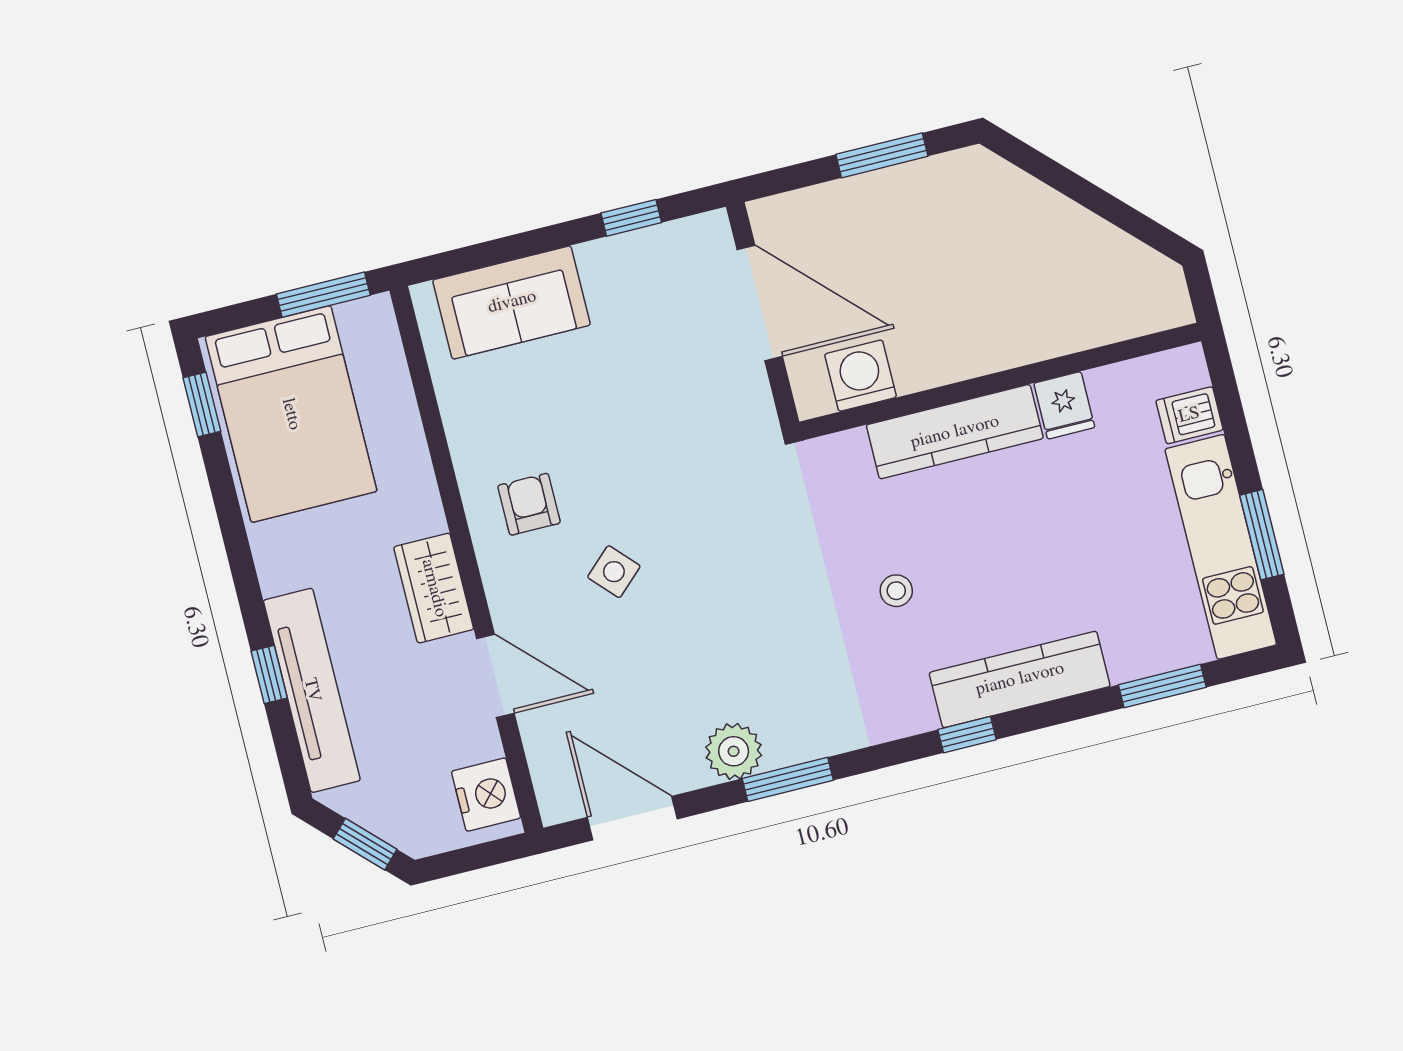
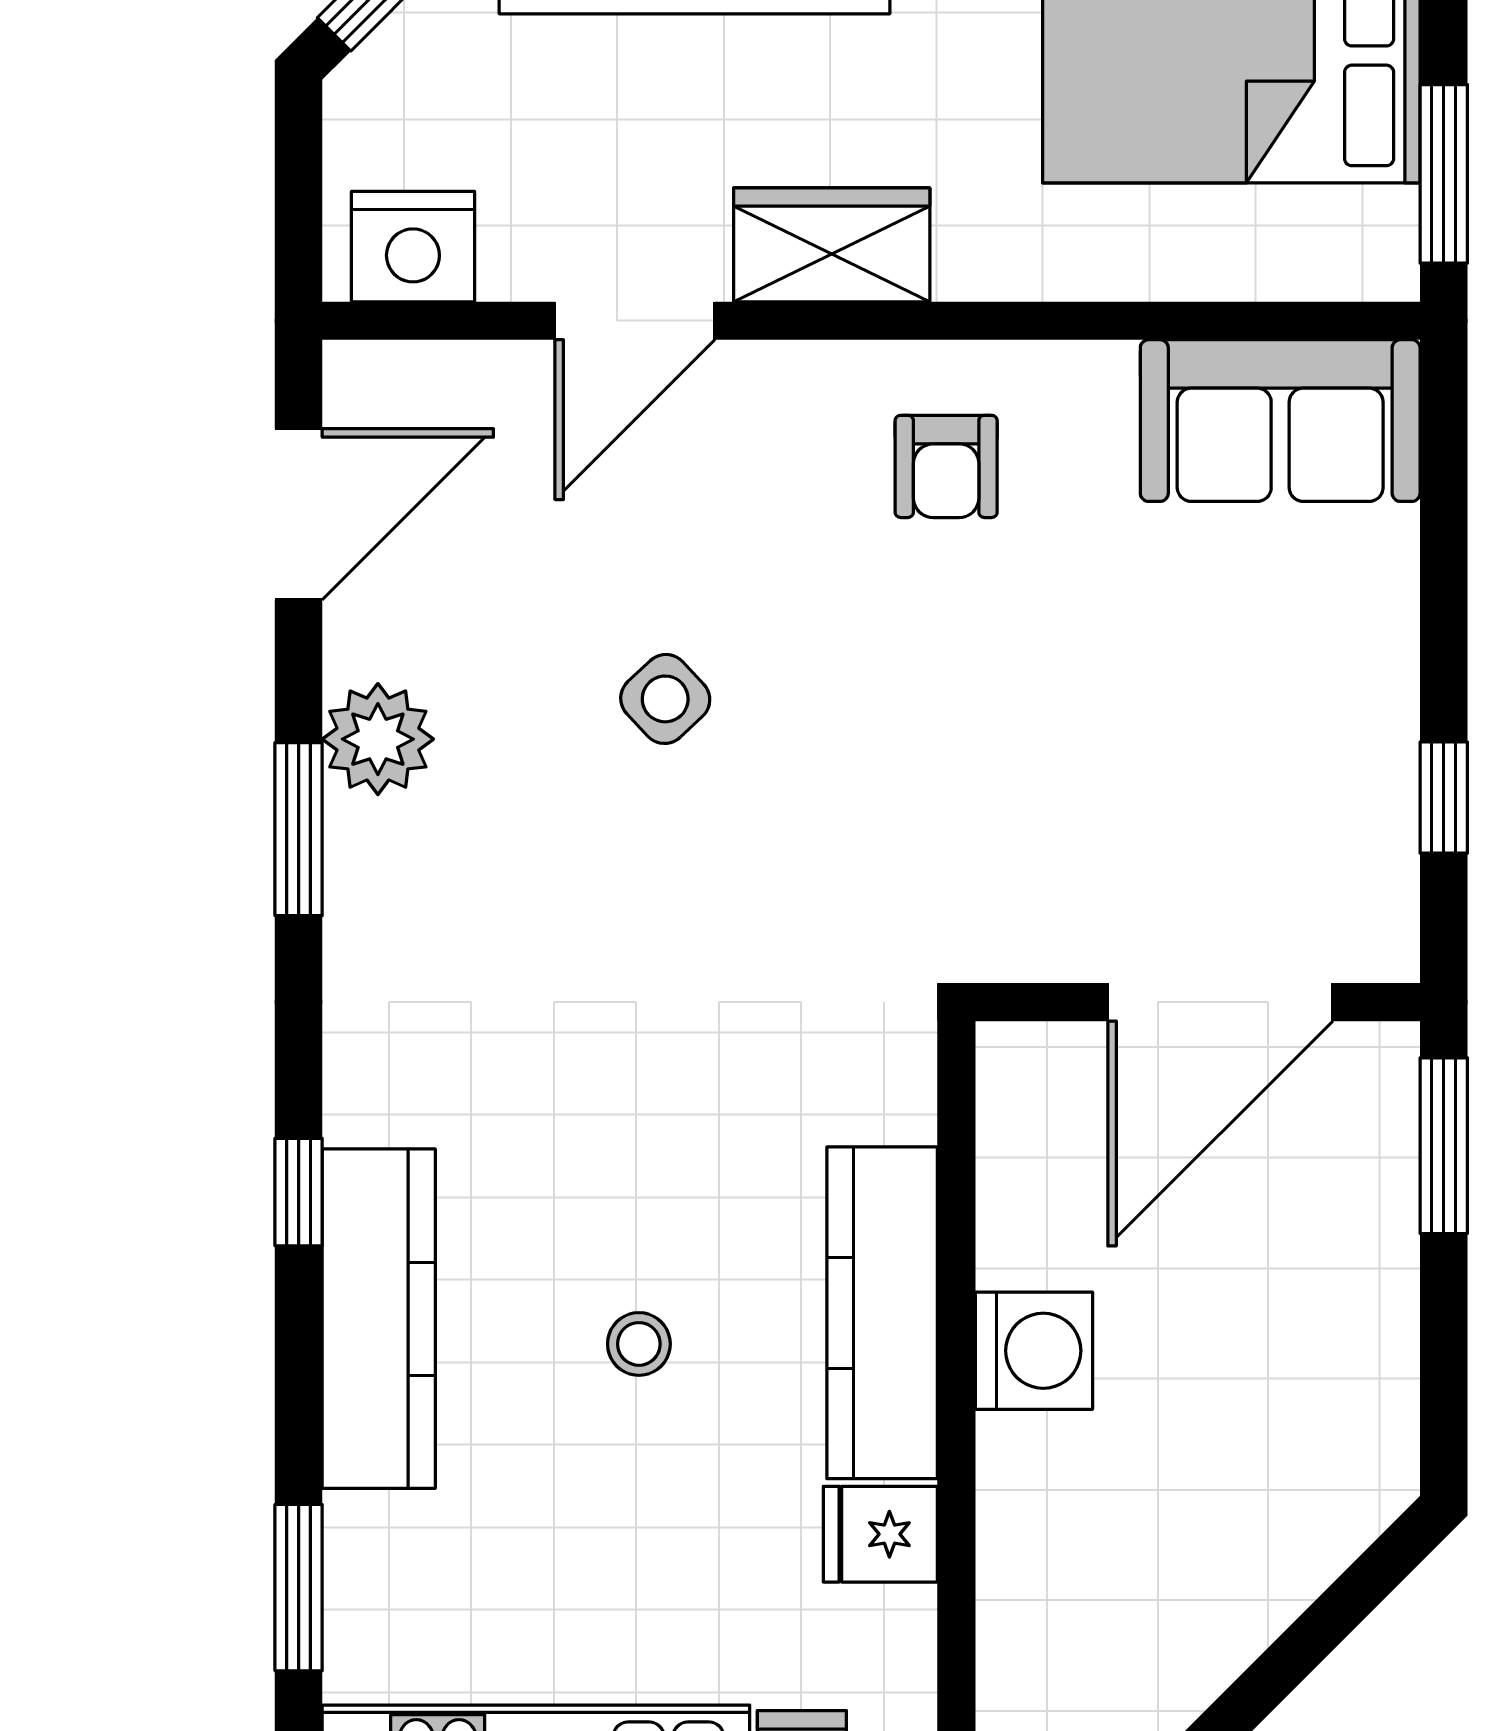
window: (882, 155) -> (1444, 1146), moved
sofa: (512, 302) -> (1280, 421), moved, turned -90
washing machine: (861, 376) -> (1034, 1351), moved
armchair: (529, 504) -> (946, 466), turned 90
side table: (614, 572) -> (665, 699), moved
stool: (896, 591) -> (639, 1344), moved

